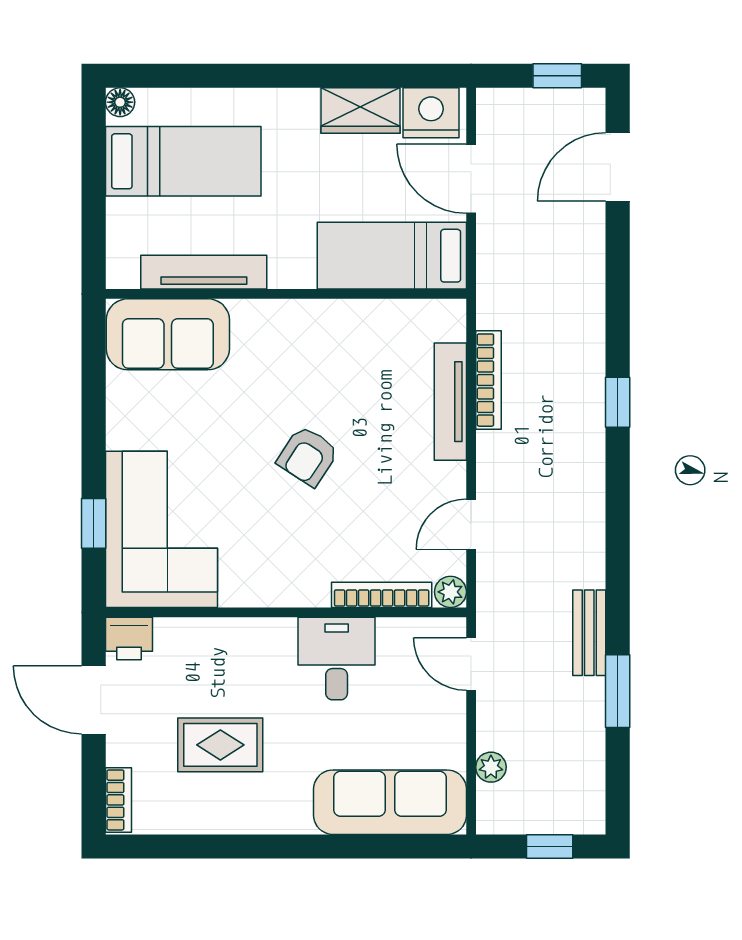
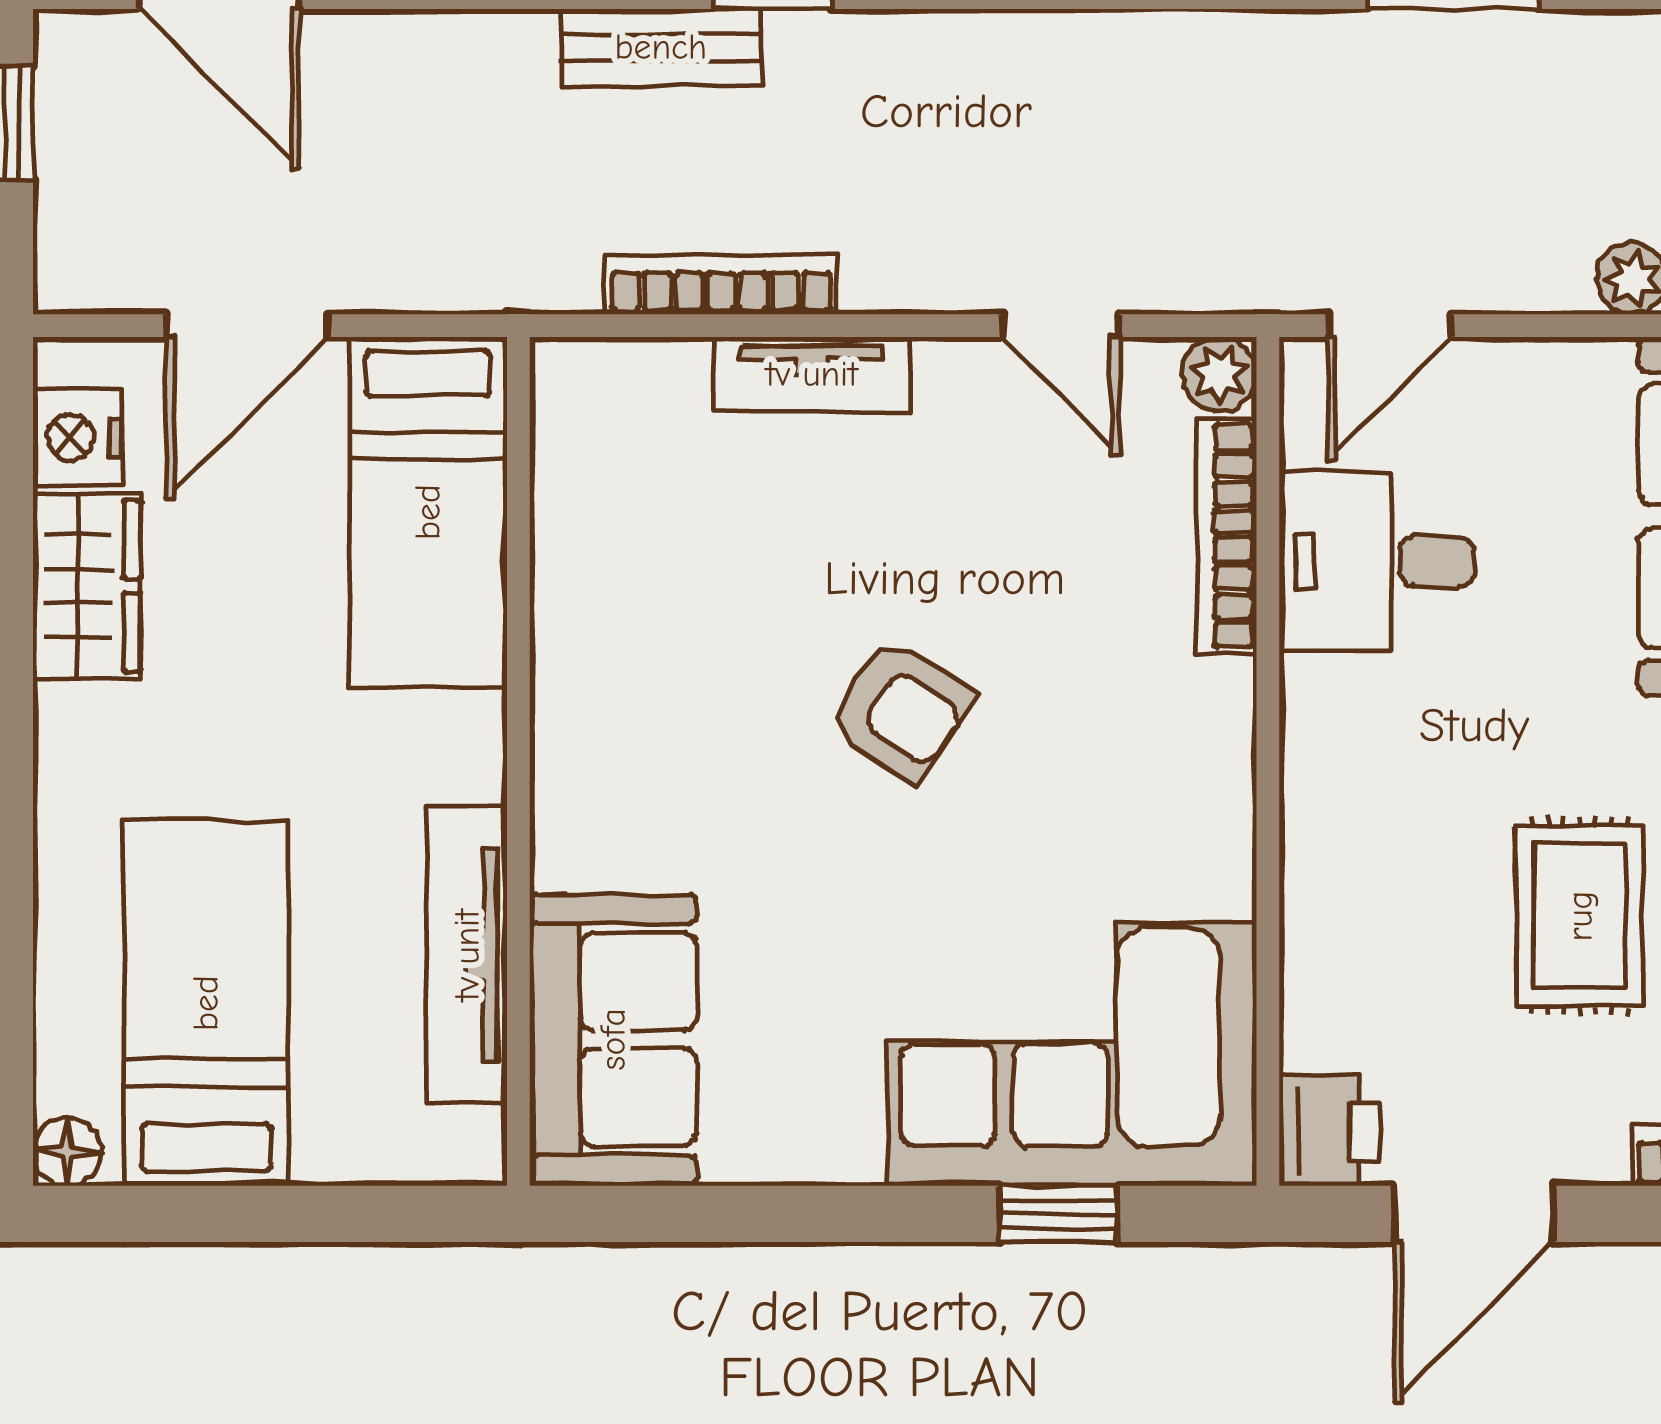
nightstand: (431, 113) -> (77, 437), width x0.74, depth x0.75
tv unit: (450, 402) -> (812, 374), width x0.71
bench: (589, 633) -> (661, 47), moved
desk: (337, 659) -> (1376, 561), moved

